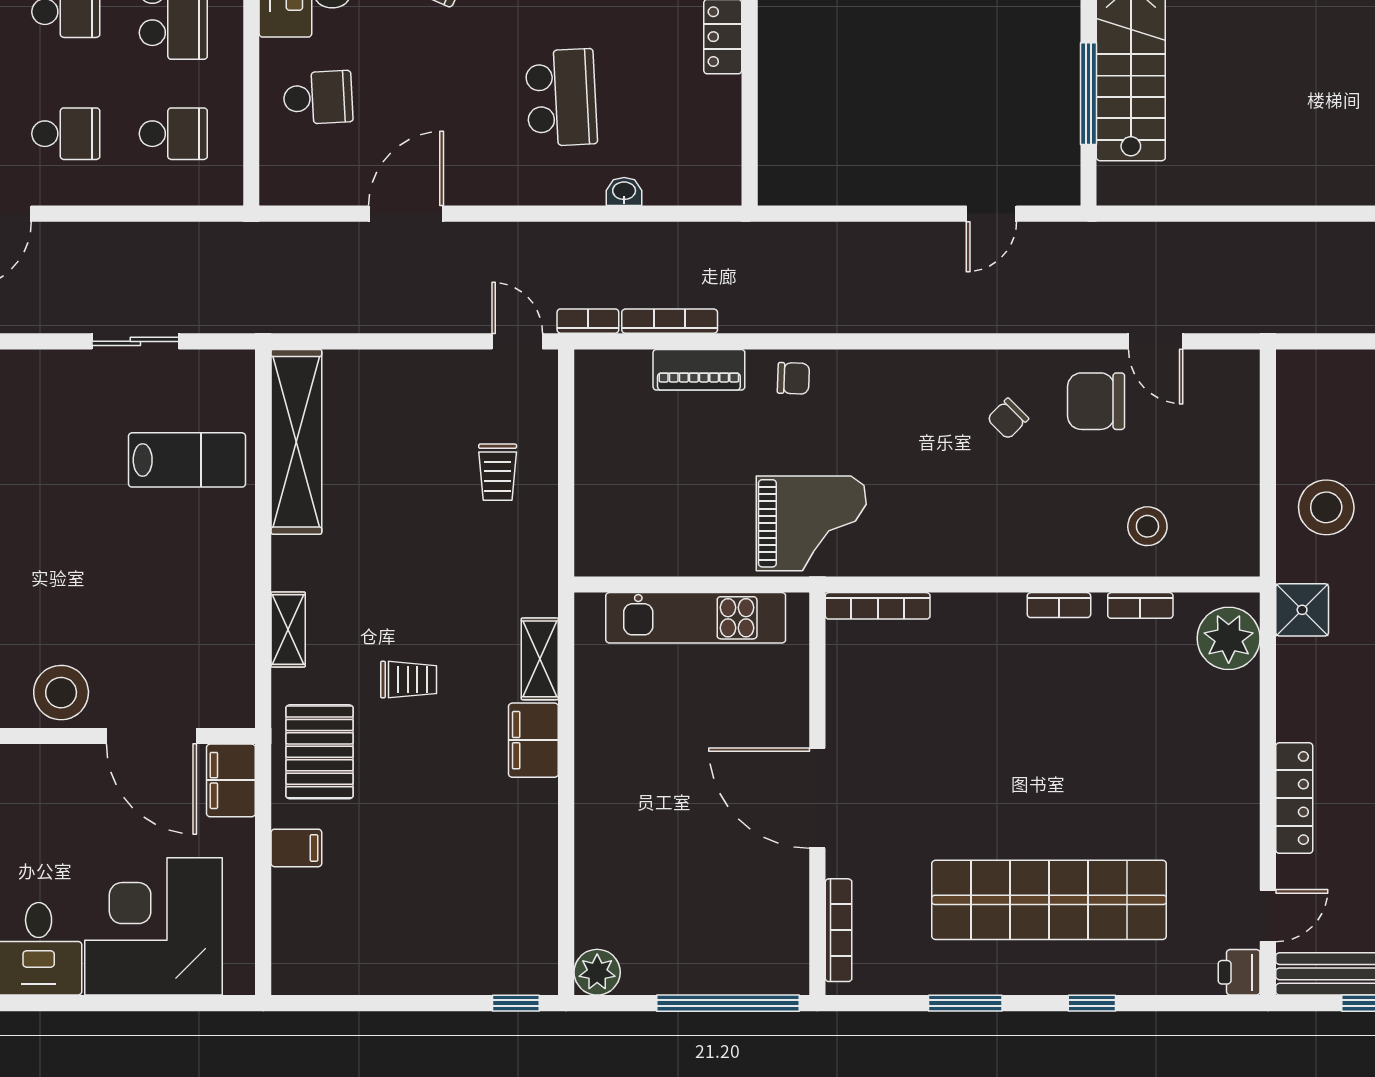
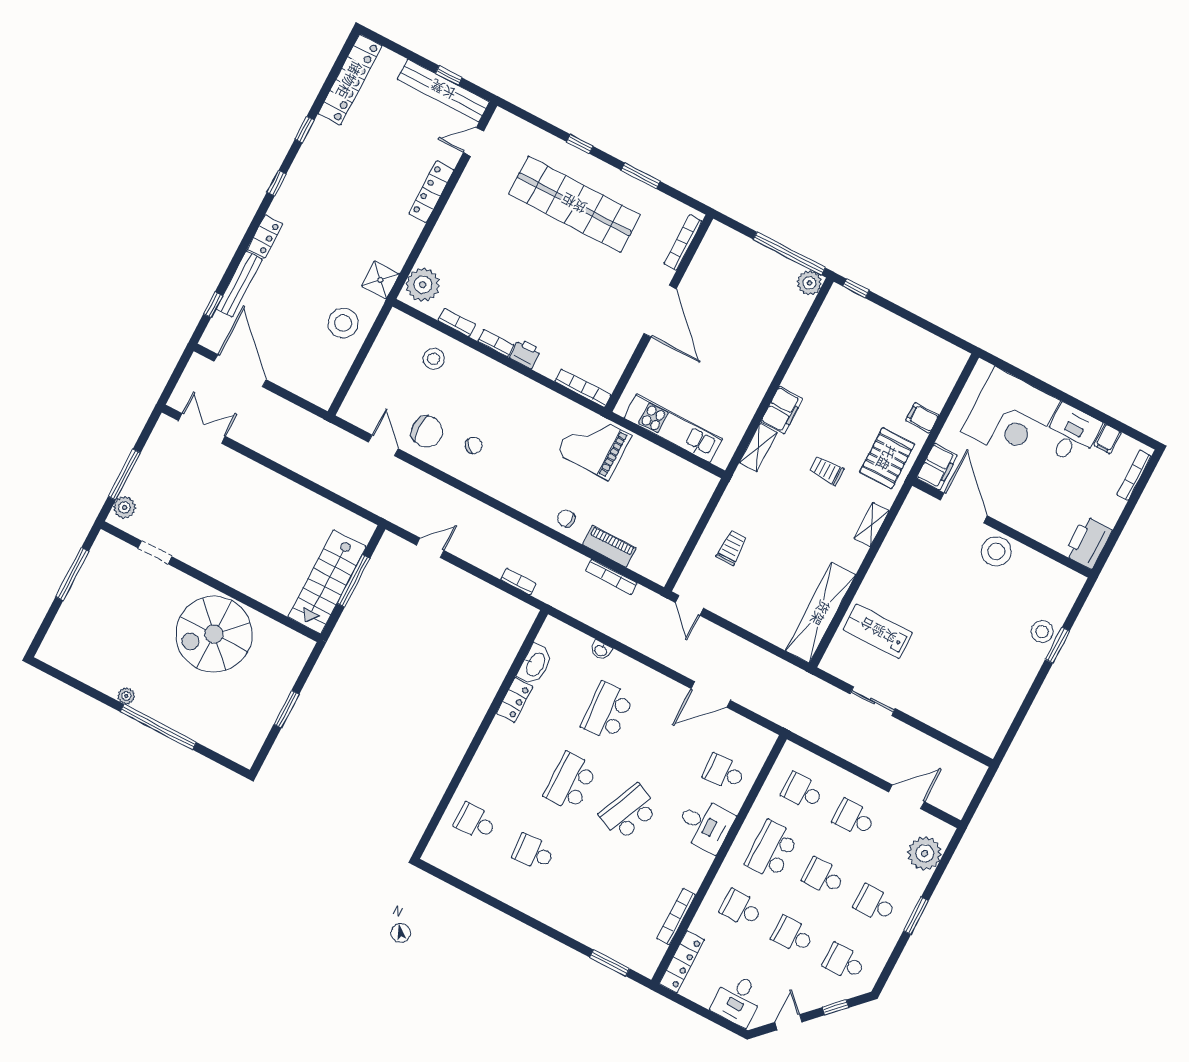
washbasin: (720, 113) -> (535, 664), added
bookcase: (588, 321) -> (518, 582), moved, turned 180
printer: (1239, 972) -> (526, 354), moved, turned -90
window: (728, 1003) -> (789, 254), moved

